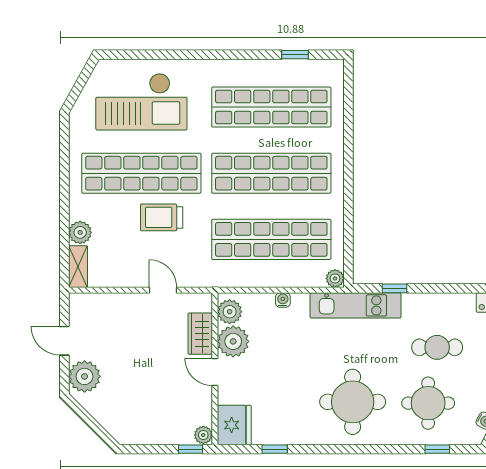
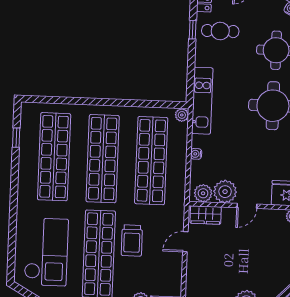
window: (394, 288) -> (193, 30), moved
wardrobe: (200, 334) -> (206, 215), moved
cafe table: (437, 347) -> (220, 31), moved, turned 90

